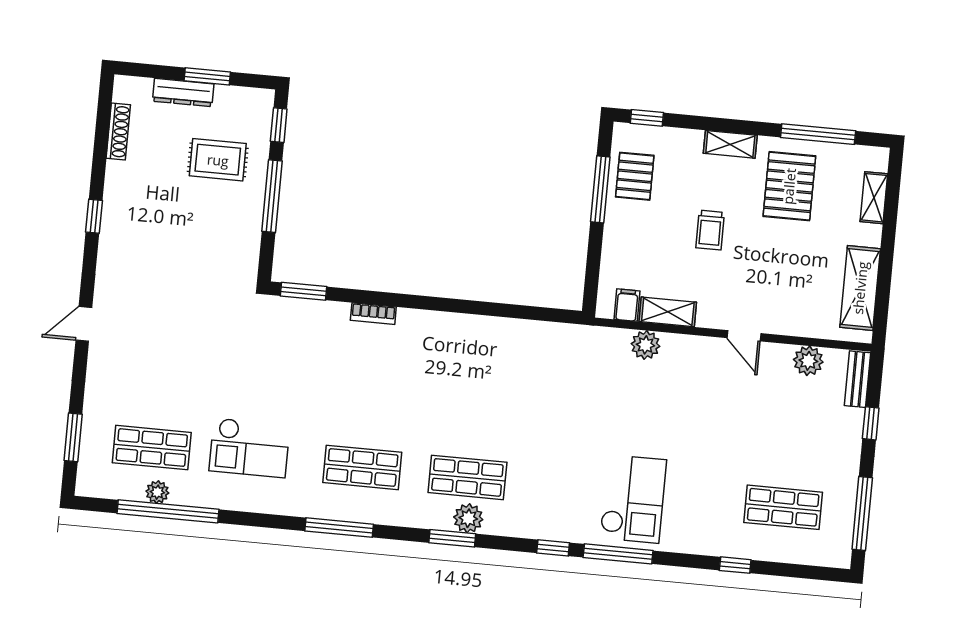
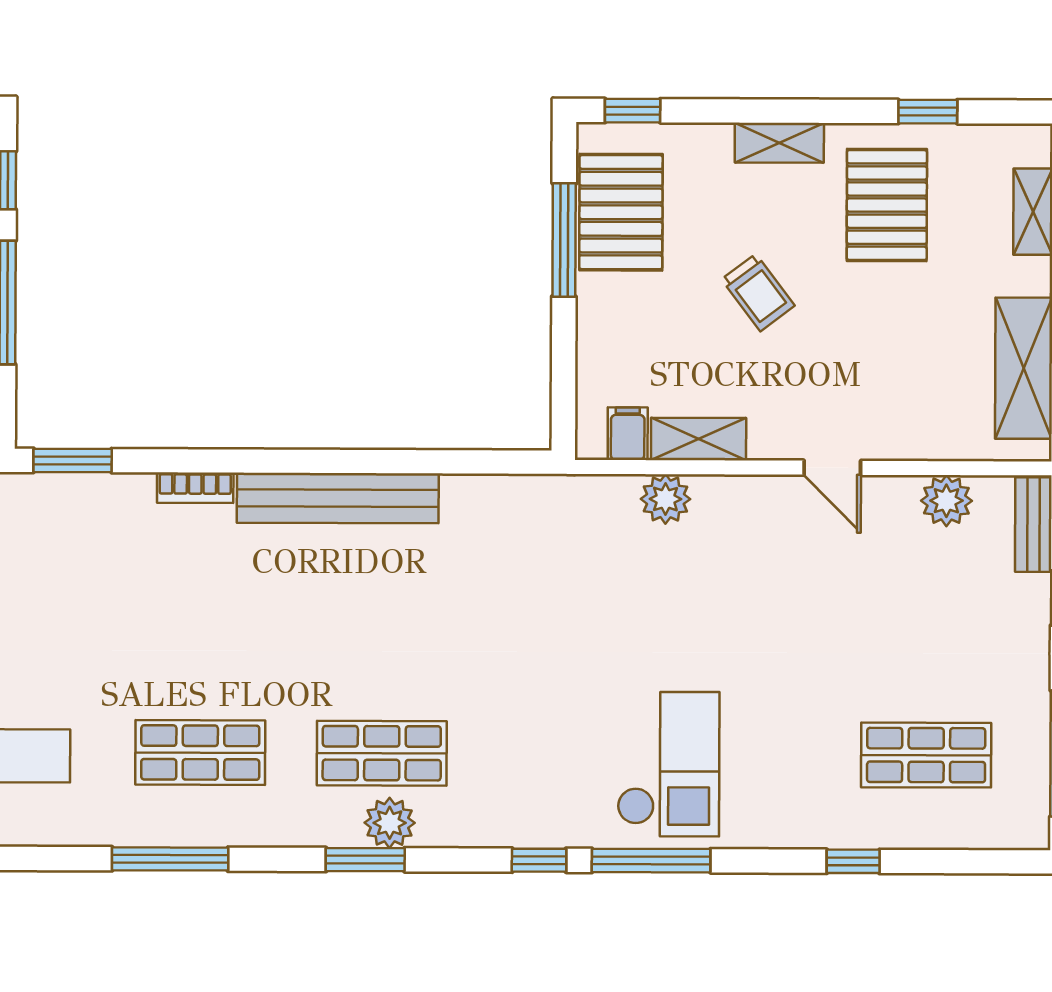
window: (818, 134) -> (928, 112), width x0.46
pallet: (635, 176) -> (621, 212), width x1.50, depth x1.42
trolley: (710, 230) -> (758, 293), turned -37
bench: (455, 327) -> (338, 498), added

